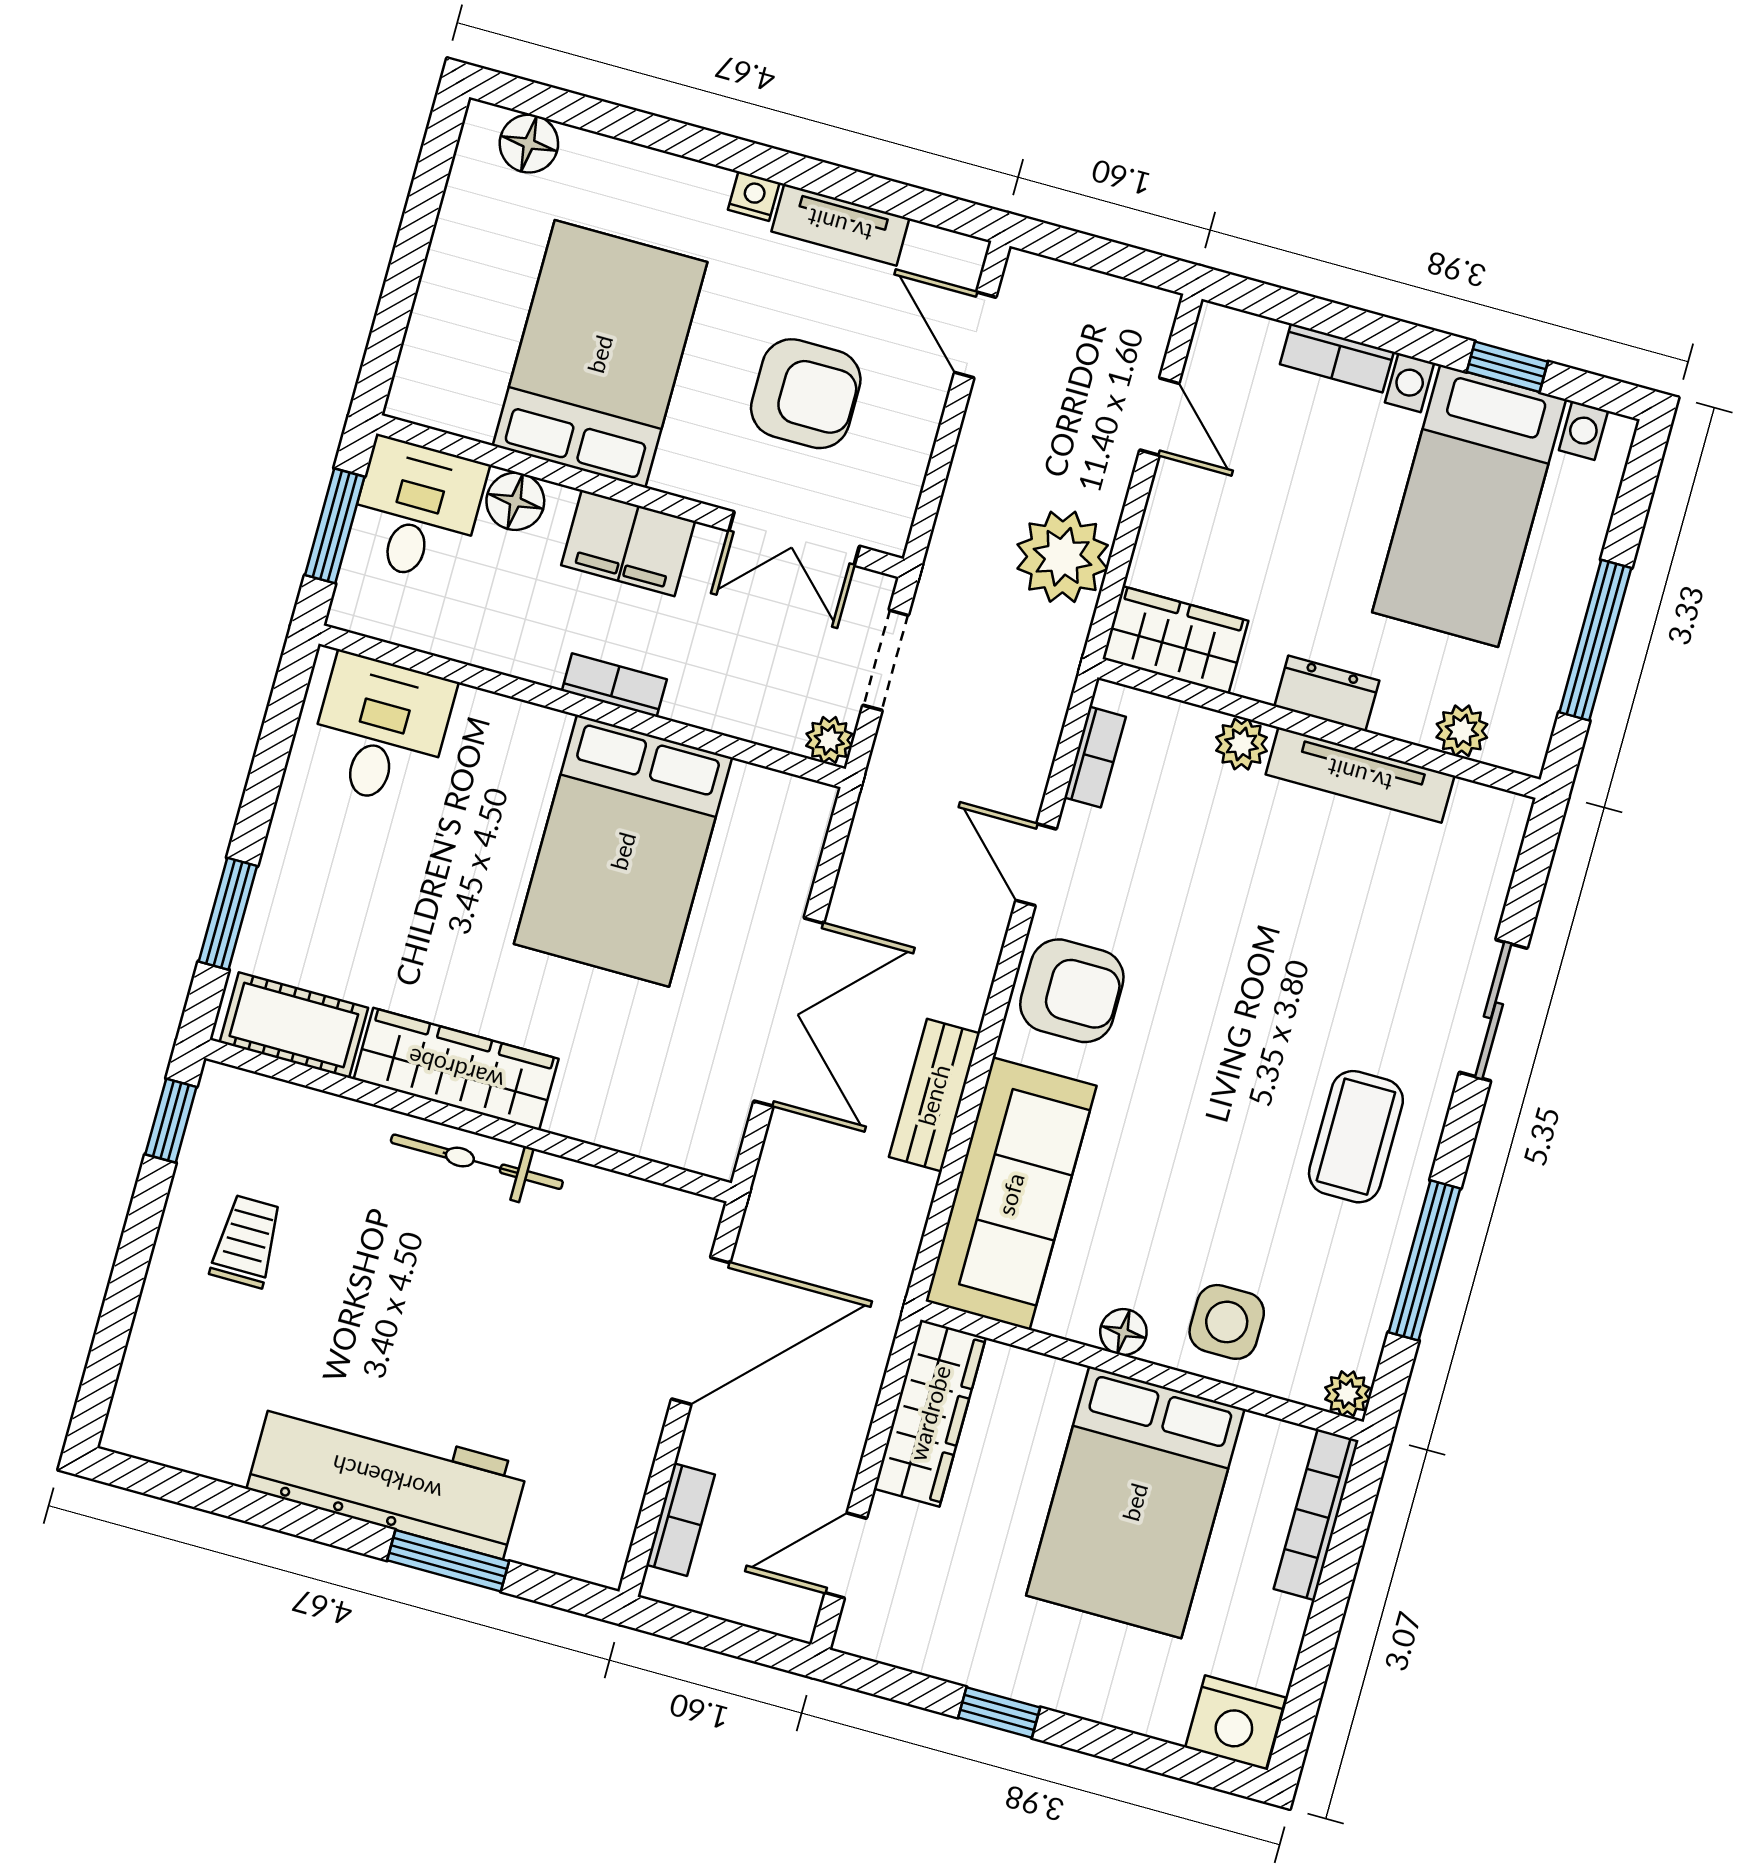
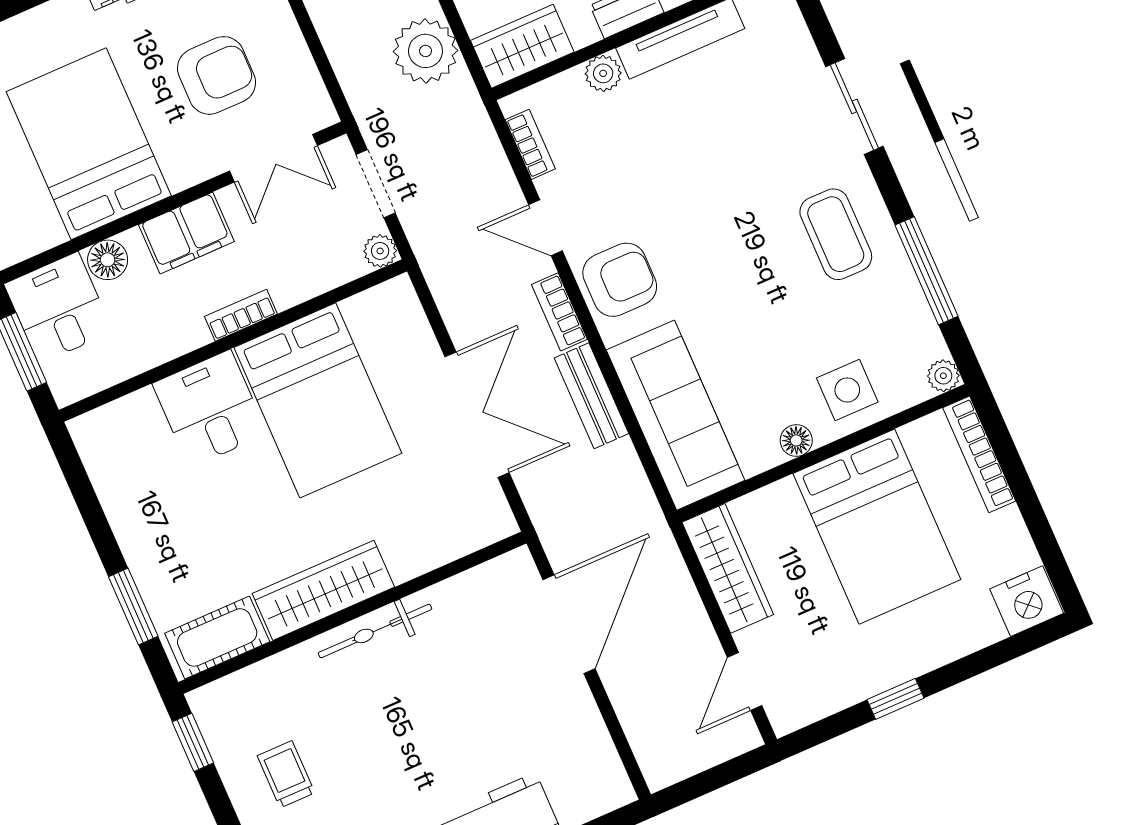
desk: (381, 730) -> (210, 409), moved
bookcase: (680, 1520) -> (559, 312), moved, turned 180

